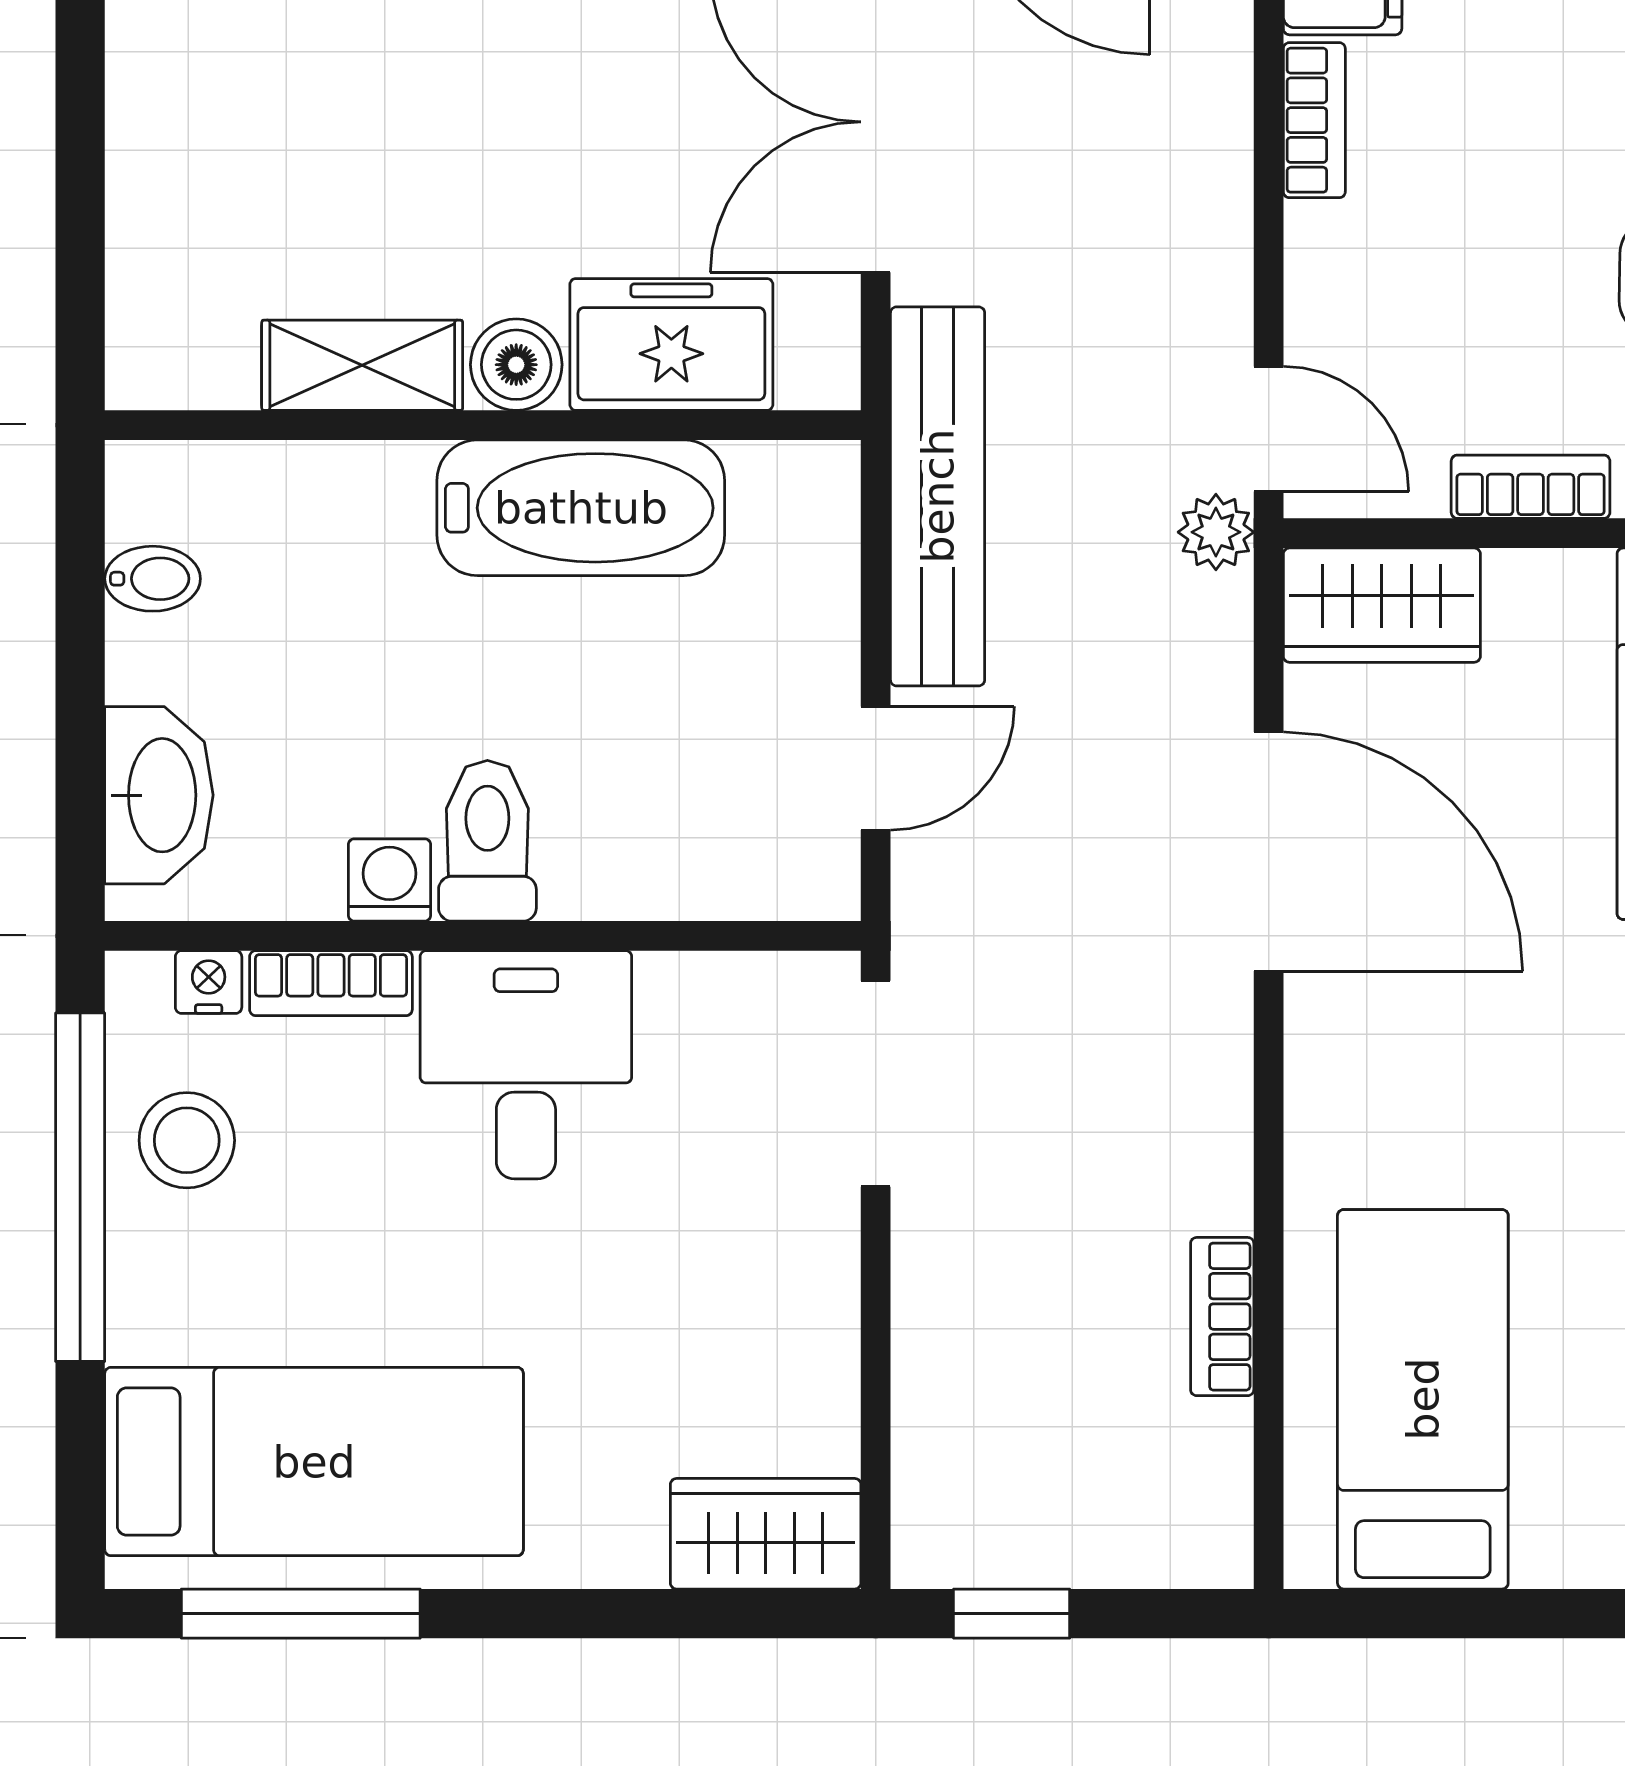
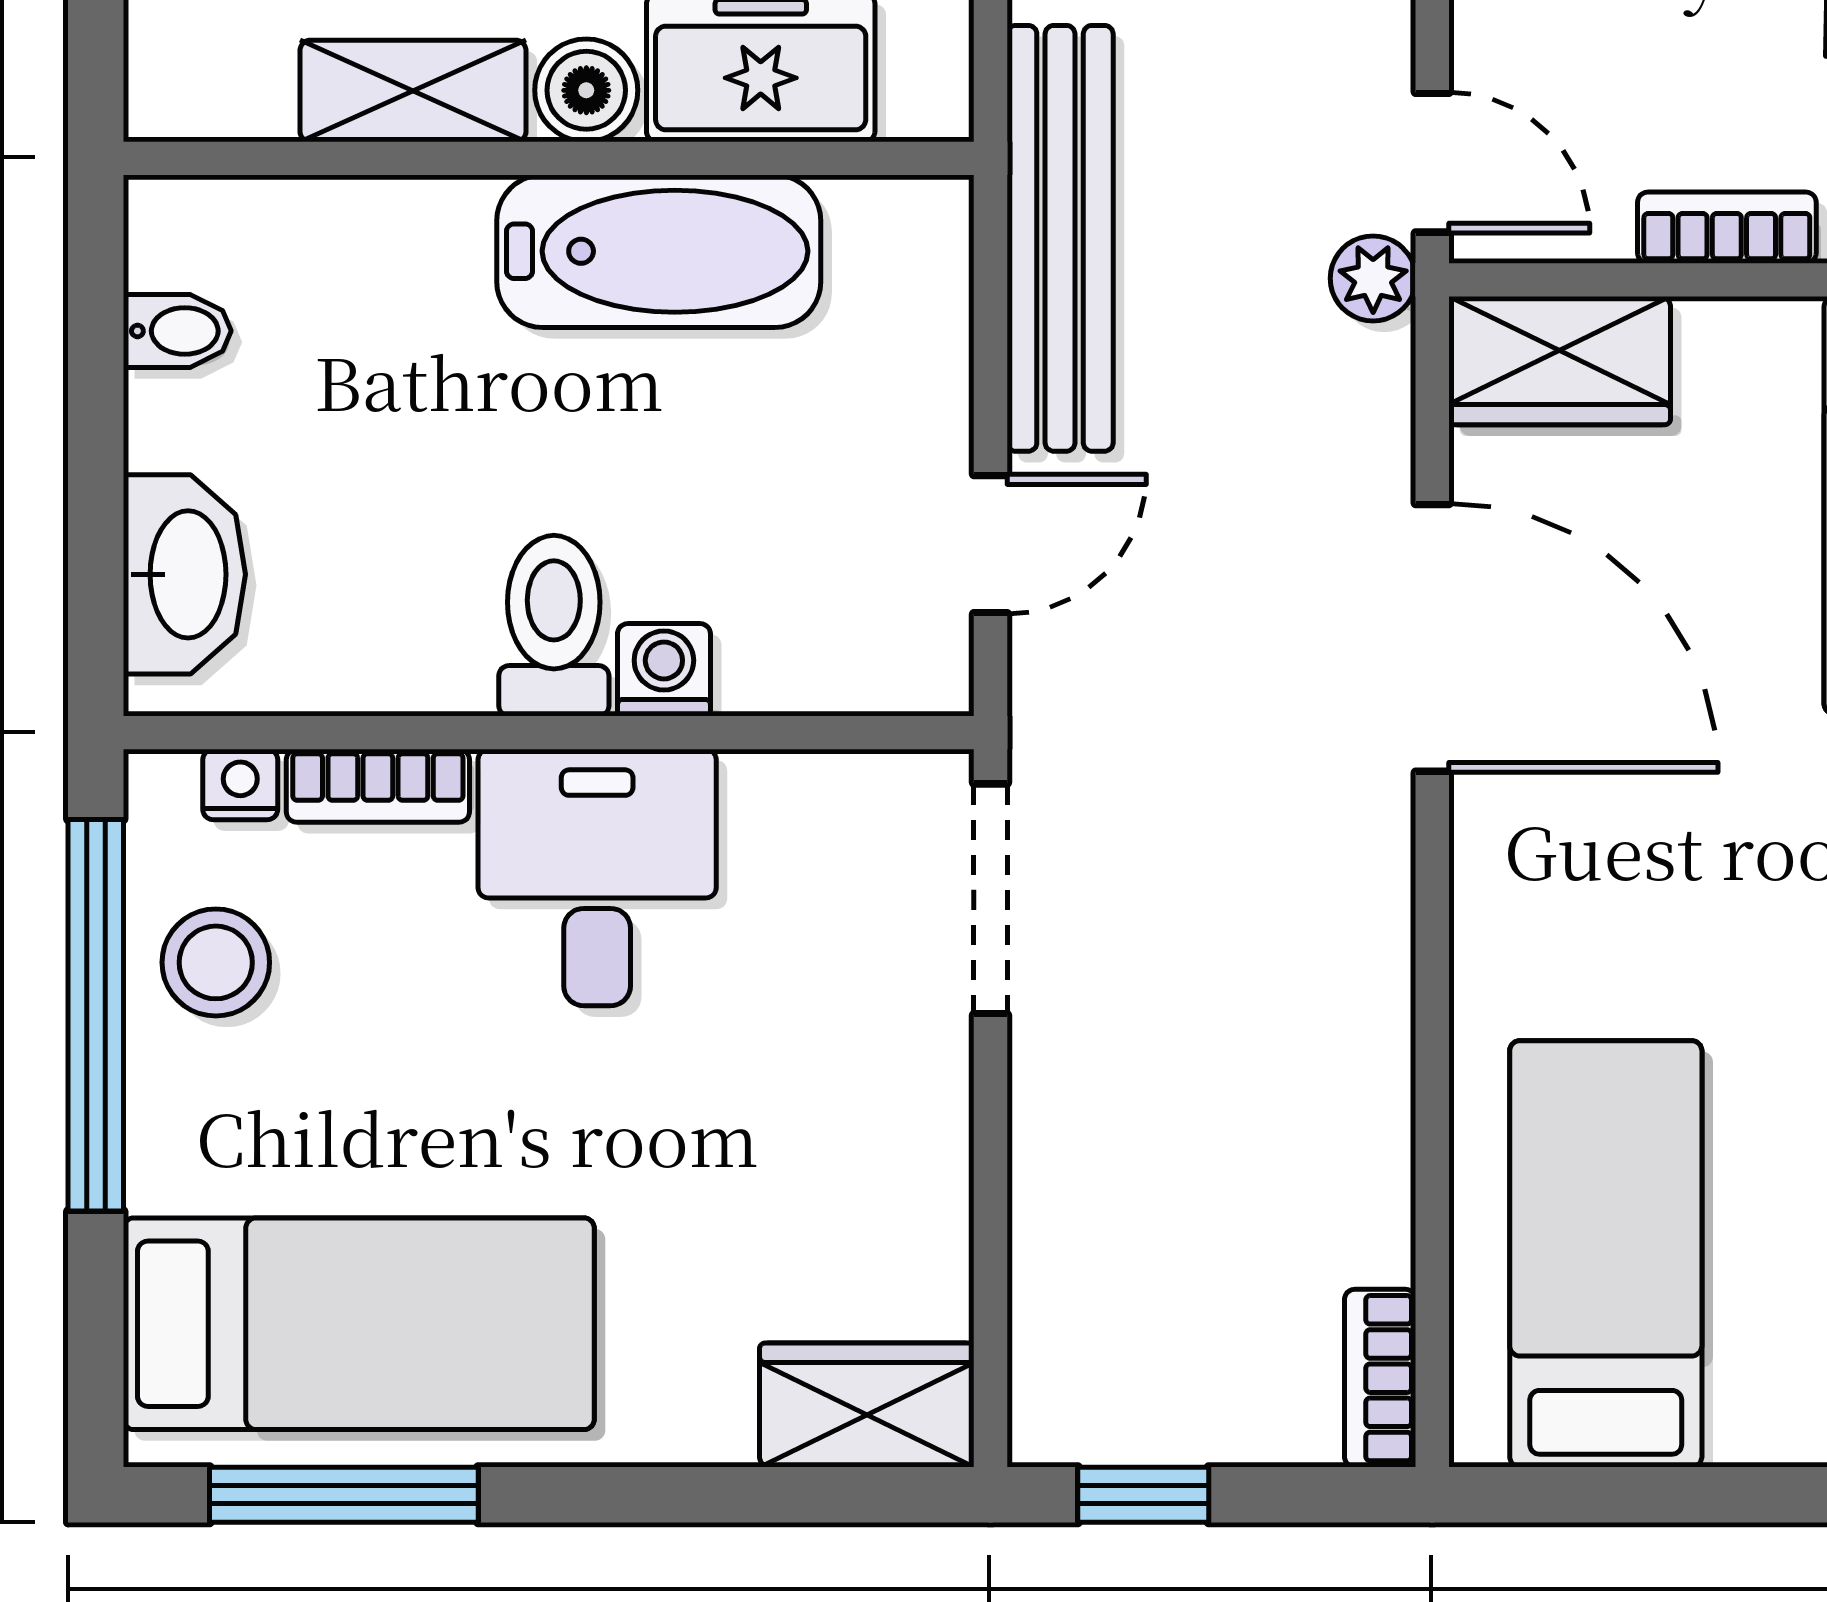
washing machine: (389, 880) -> (664, 670), moved
bookcase: (1222, 1317) -> (1380, 1378), moved

